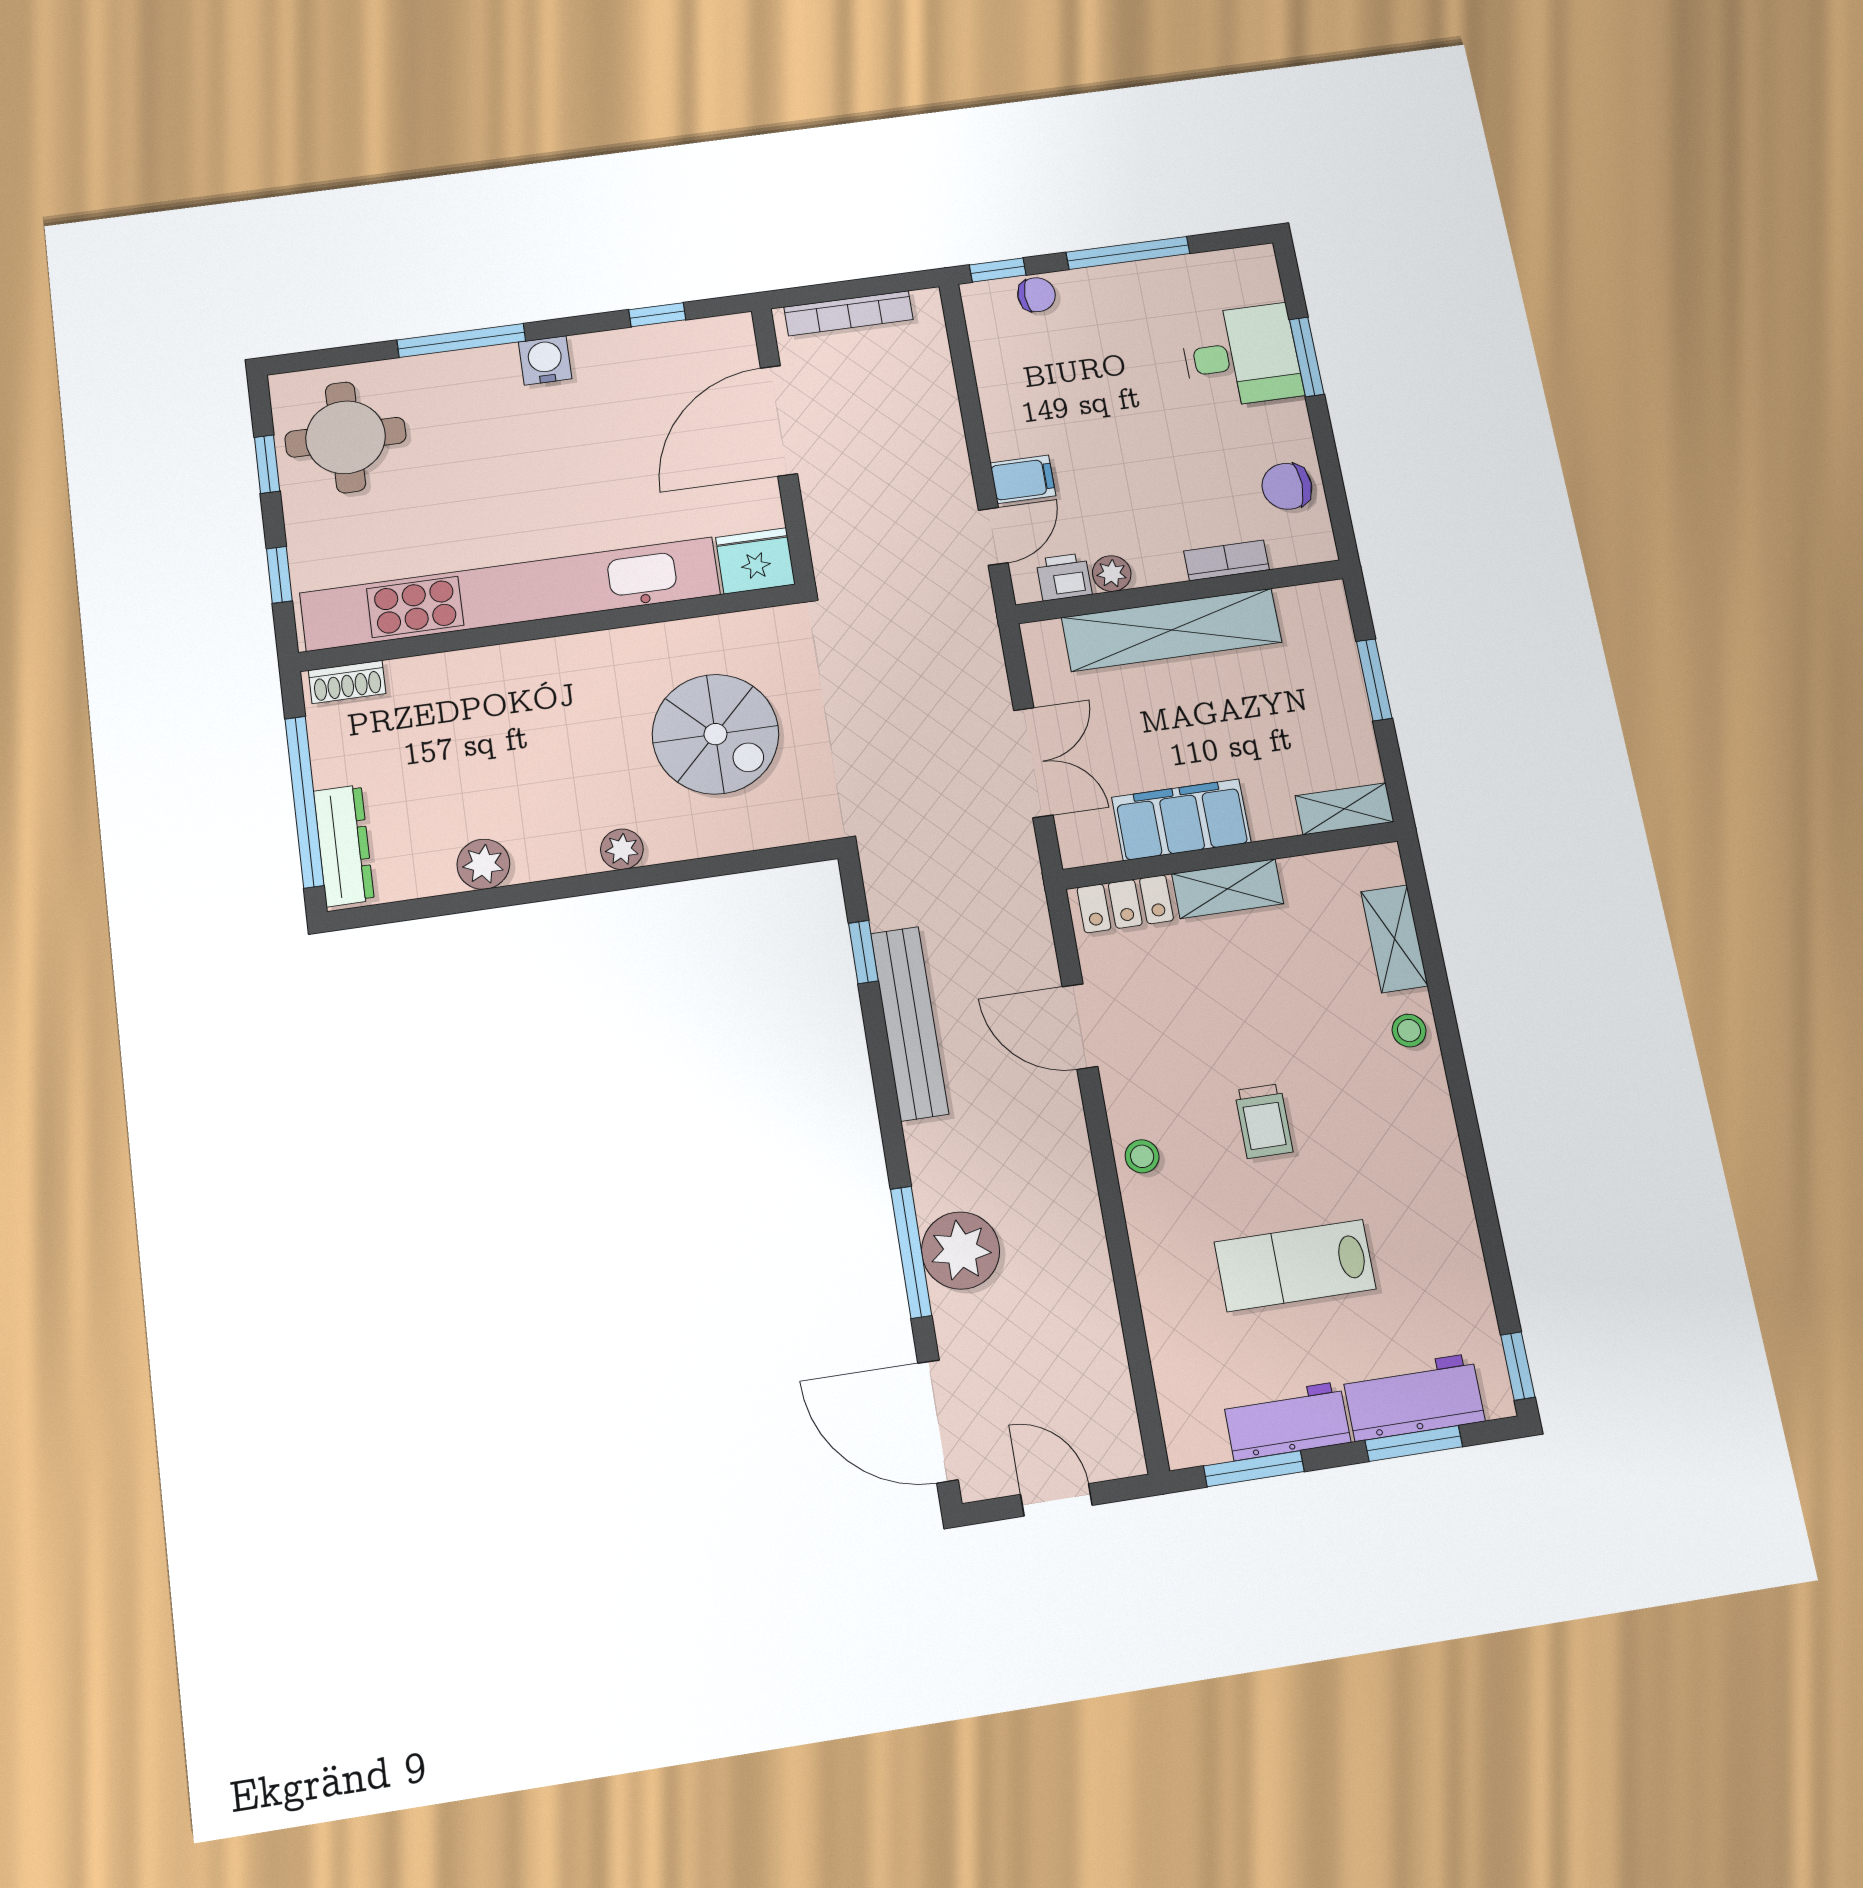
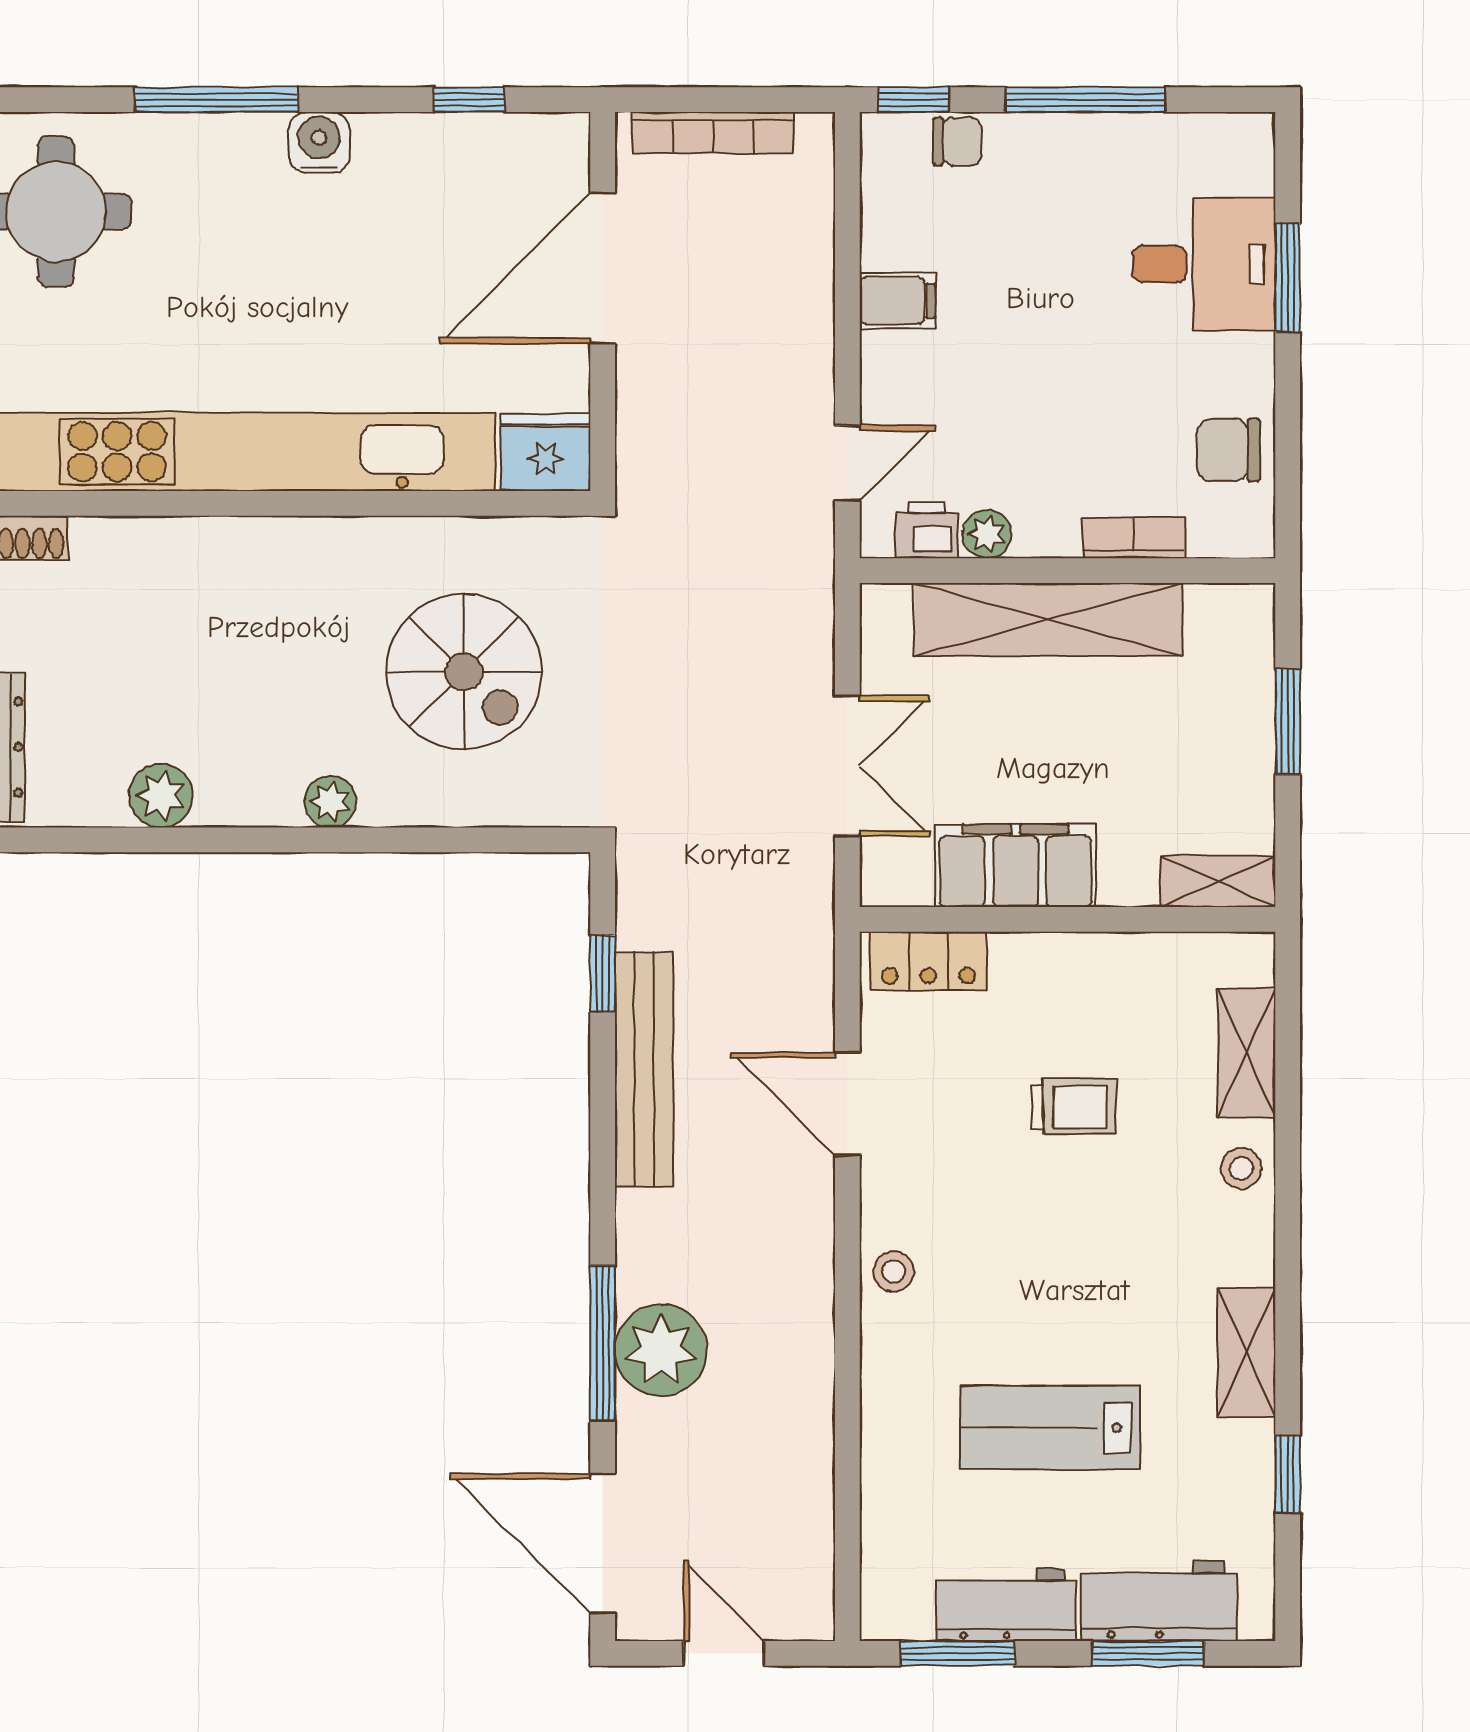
filing cabinet: (1023, 479) -> (897, 301), moved
shelving: (1228, 889) -> (1246, 1352), moved, turned 90
trolley: (1264, 1121) -> (1074, 1107), moved, turned -90
window: (1518, 1366) -> (1288, 1474), moved

